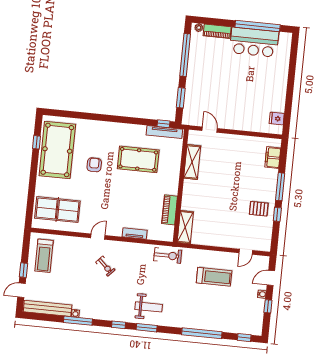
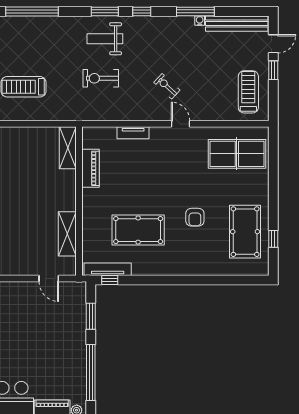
pool table: (57, 150) -> (245, 232), width x0.73, depth x0.76
door: (98, 237) -> (181, 124), swing flipped
exercise bike: (168, 256) -> (101, 78), moved

